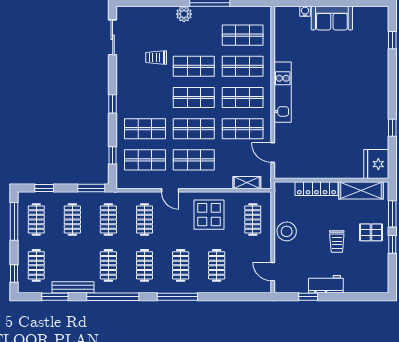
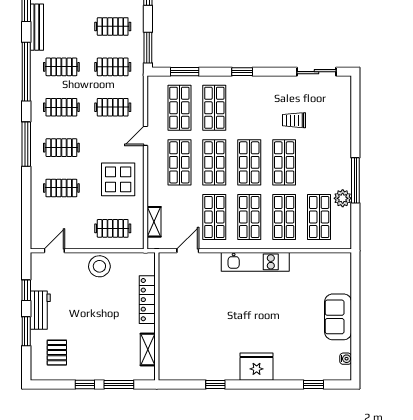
water cooler: (305, 11) -> (346, 359), moved
plant: (184, 14) -> (343, 198), moved
trolley: (156, 57) -> (294, 120), turned -90
window: (113, 155) -> (185, 72), width x1.50
fridge: (376, 164) -> (257, 367), moved
shelving: (361, 190) -> (148, 349), width x0.67, depth x0.75
pallet: (371, 232) -> (57, 353), moved
trolley: (337, 242) -> (88, 322), removed
window: (345, 297) -> (26, 331), added

